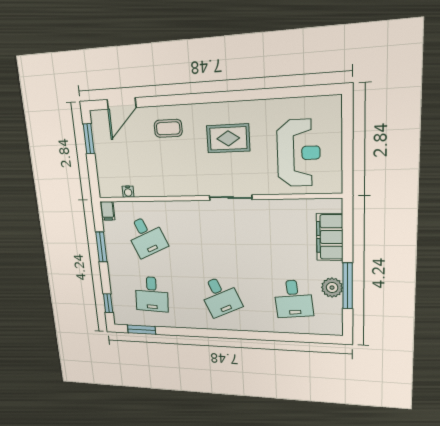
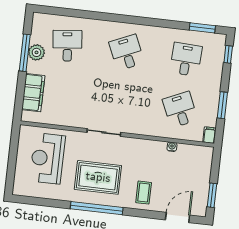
window: (223, 97) -> (97, 208), added
coffee table: (168, 128) -> (144, 193), turned 90
rug: (228, 138) -> (98, 177), width x1.36, depth x1.43
water cooler: (128, 192) -> (172, 147), moved

